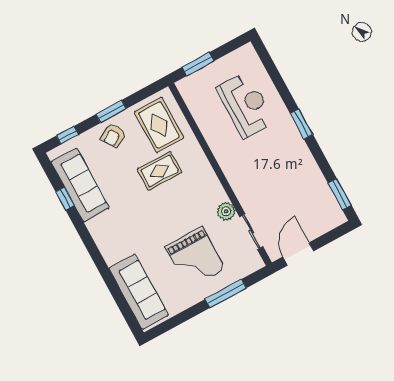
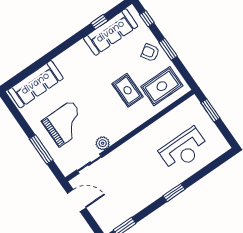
grand piano: (195, 258) -> (65, 124), turned 180

